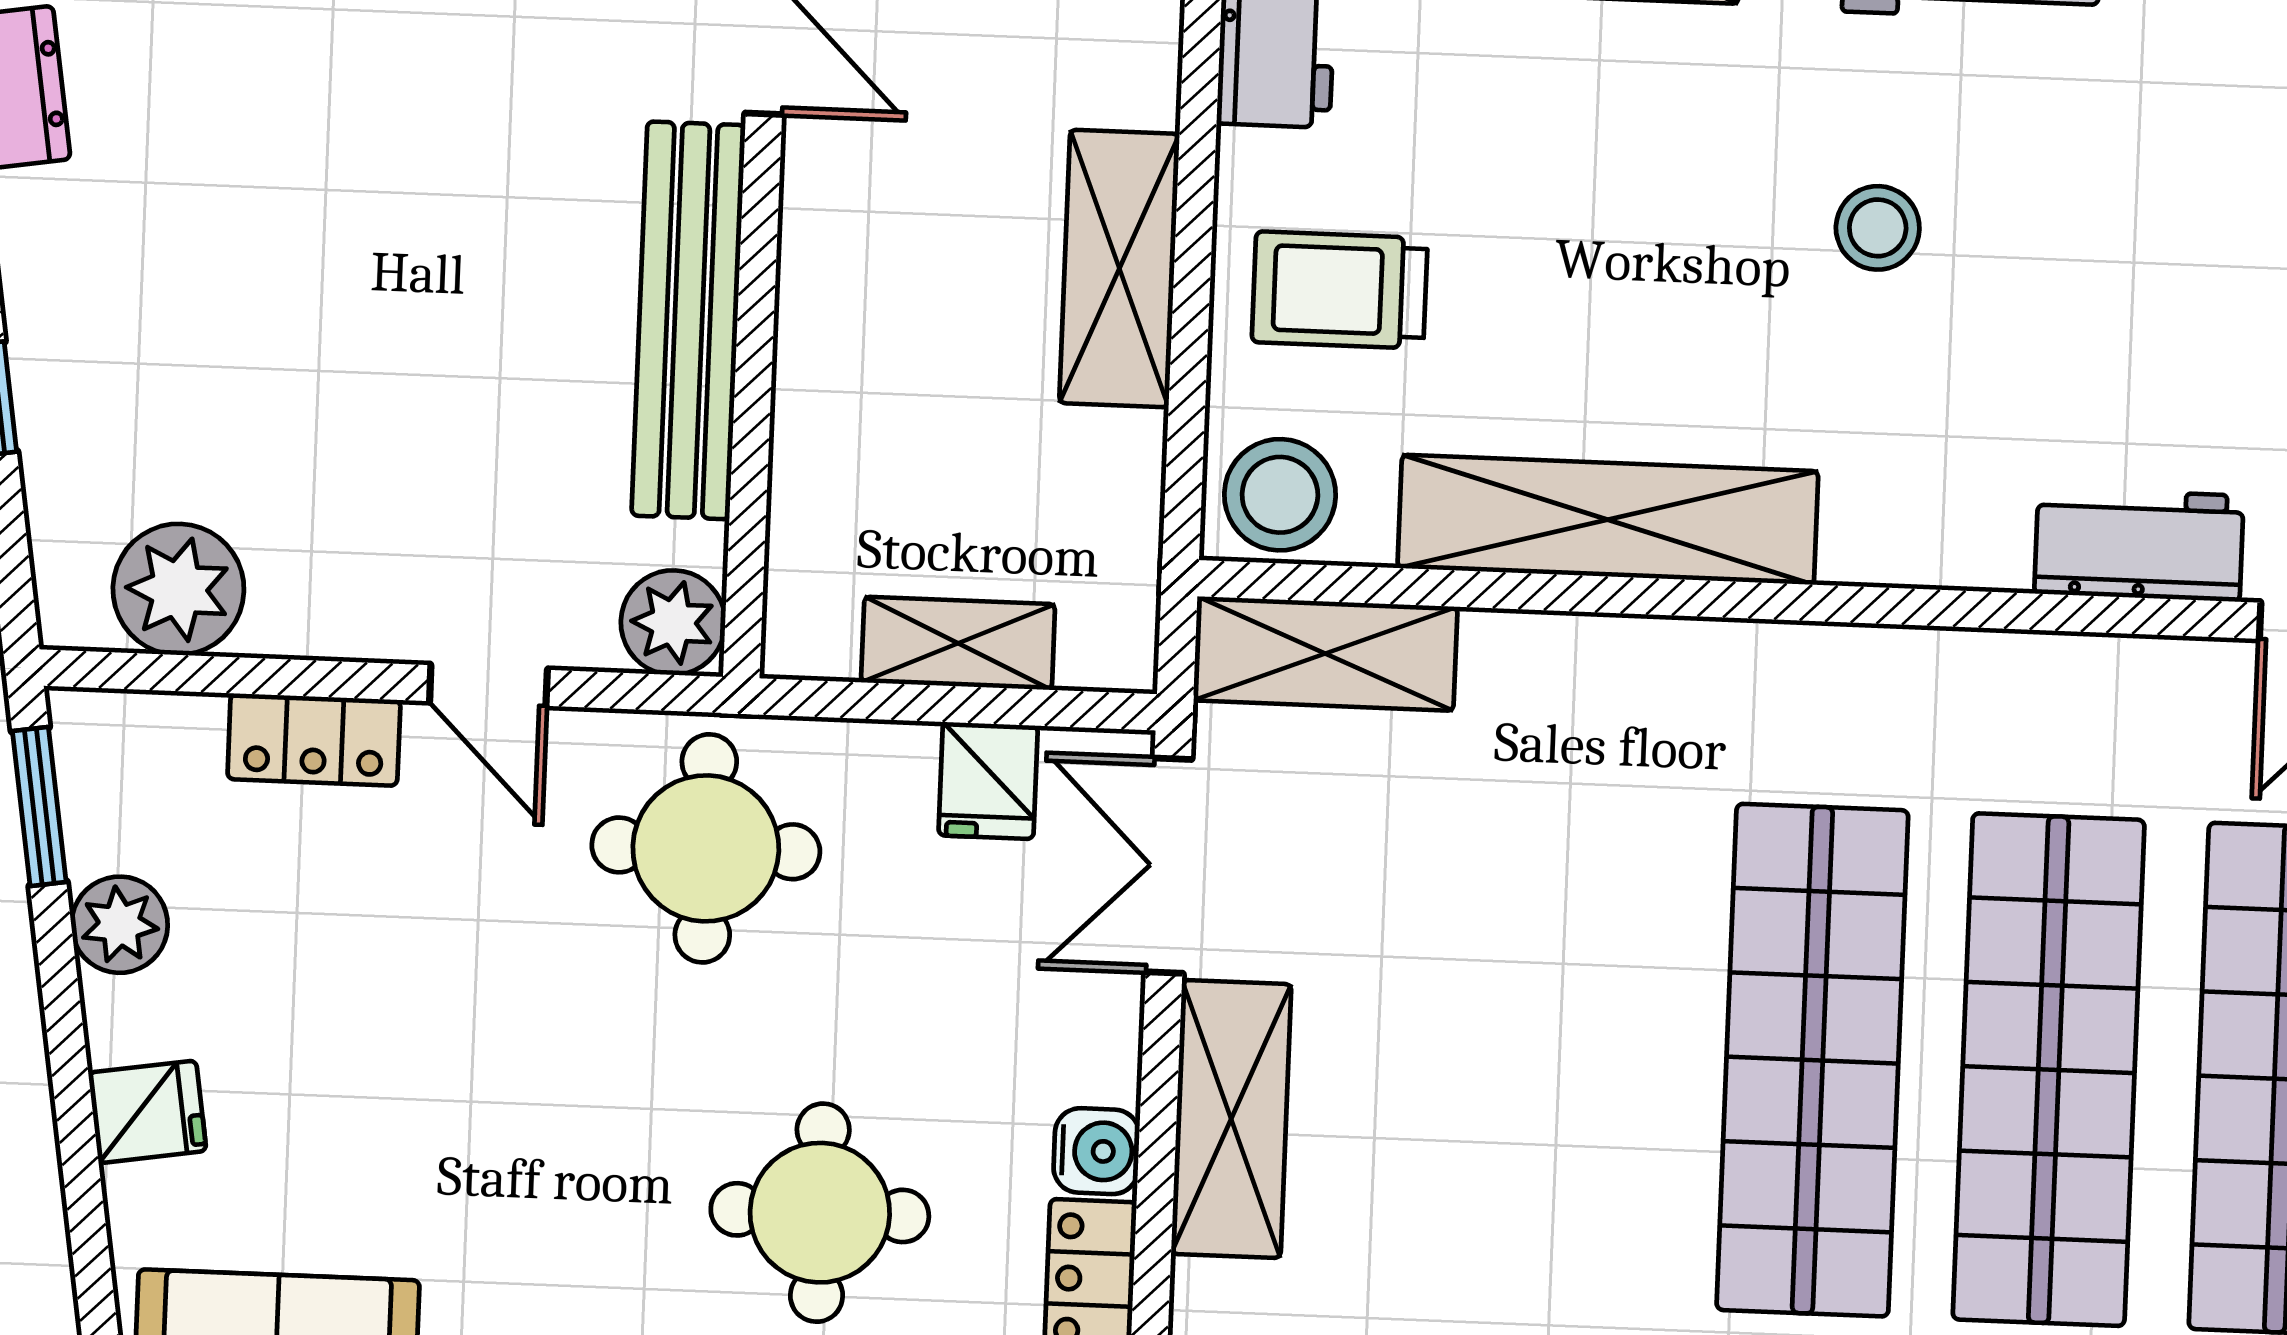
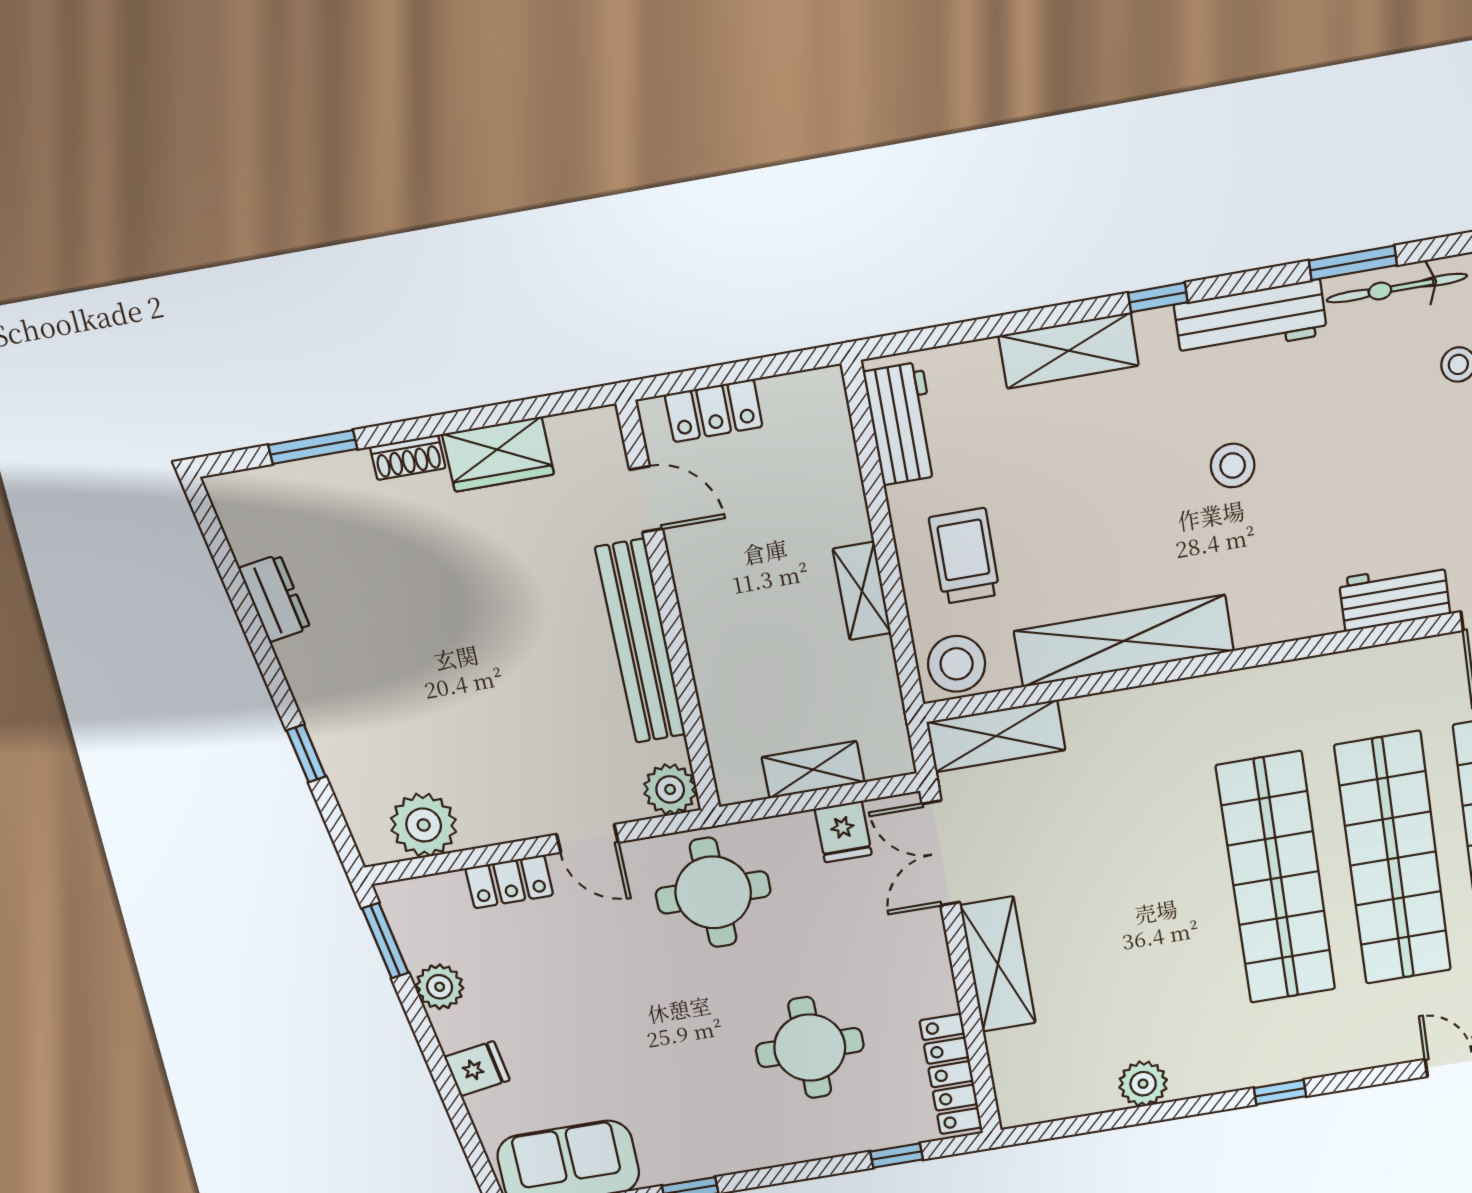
shelving: (1119, 269) -> (862, 591), width x0.67, depth x0.75
trolley: (1340, 290) -> (965, 556), turned 90
water cooler: (1096, 1151) -> (936, 992), removed

